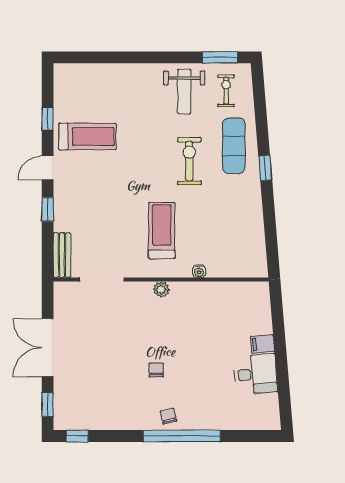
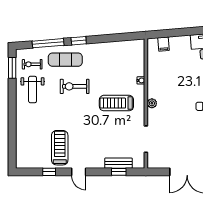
weight bench: (184, 91) -> (33, 89), turned 90
window: (261, 117) -> (48, 43), added
window: (48, 210) -> (119, 172), moved
bench: (62, 255) -> (118, 163), moved
filing cabinet: (262, 344) -> (164, 44), moved

